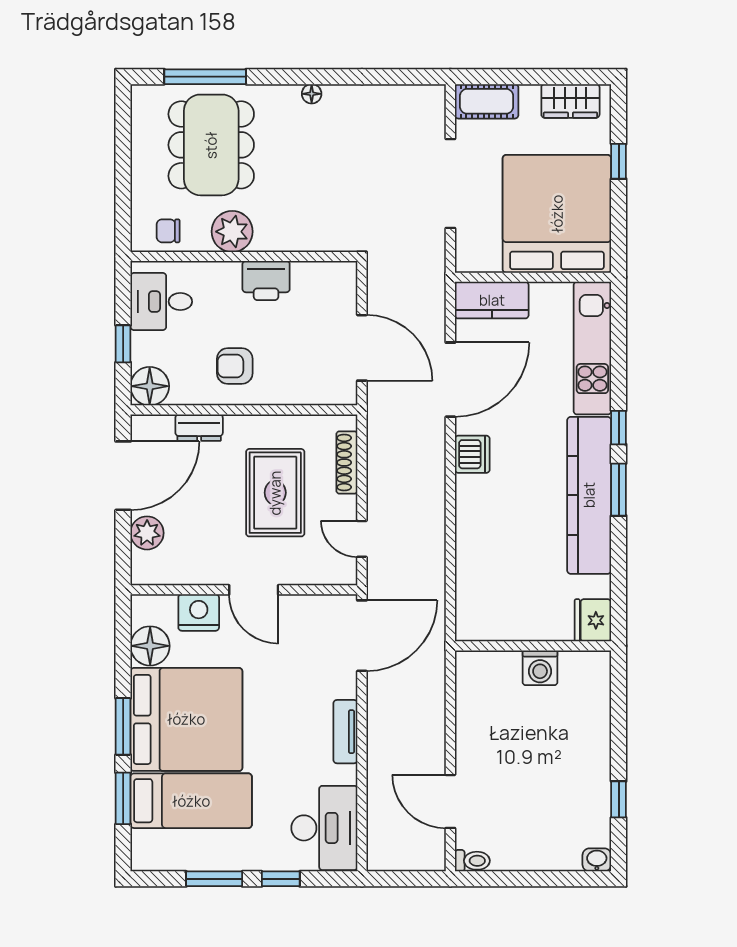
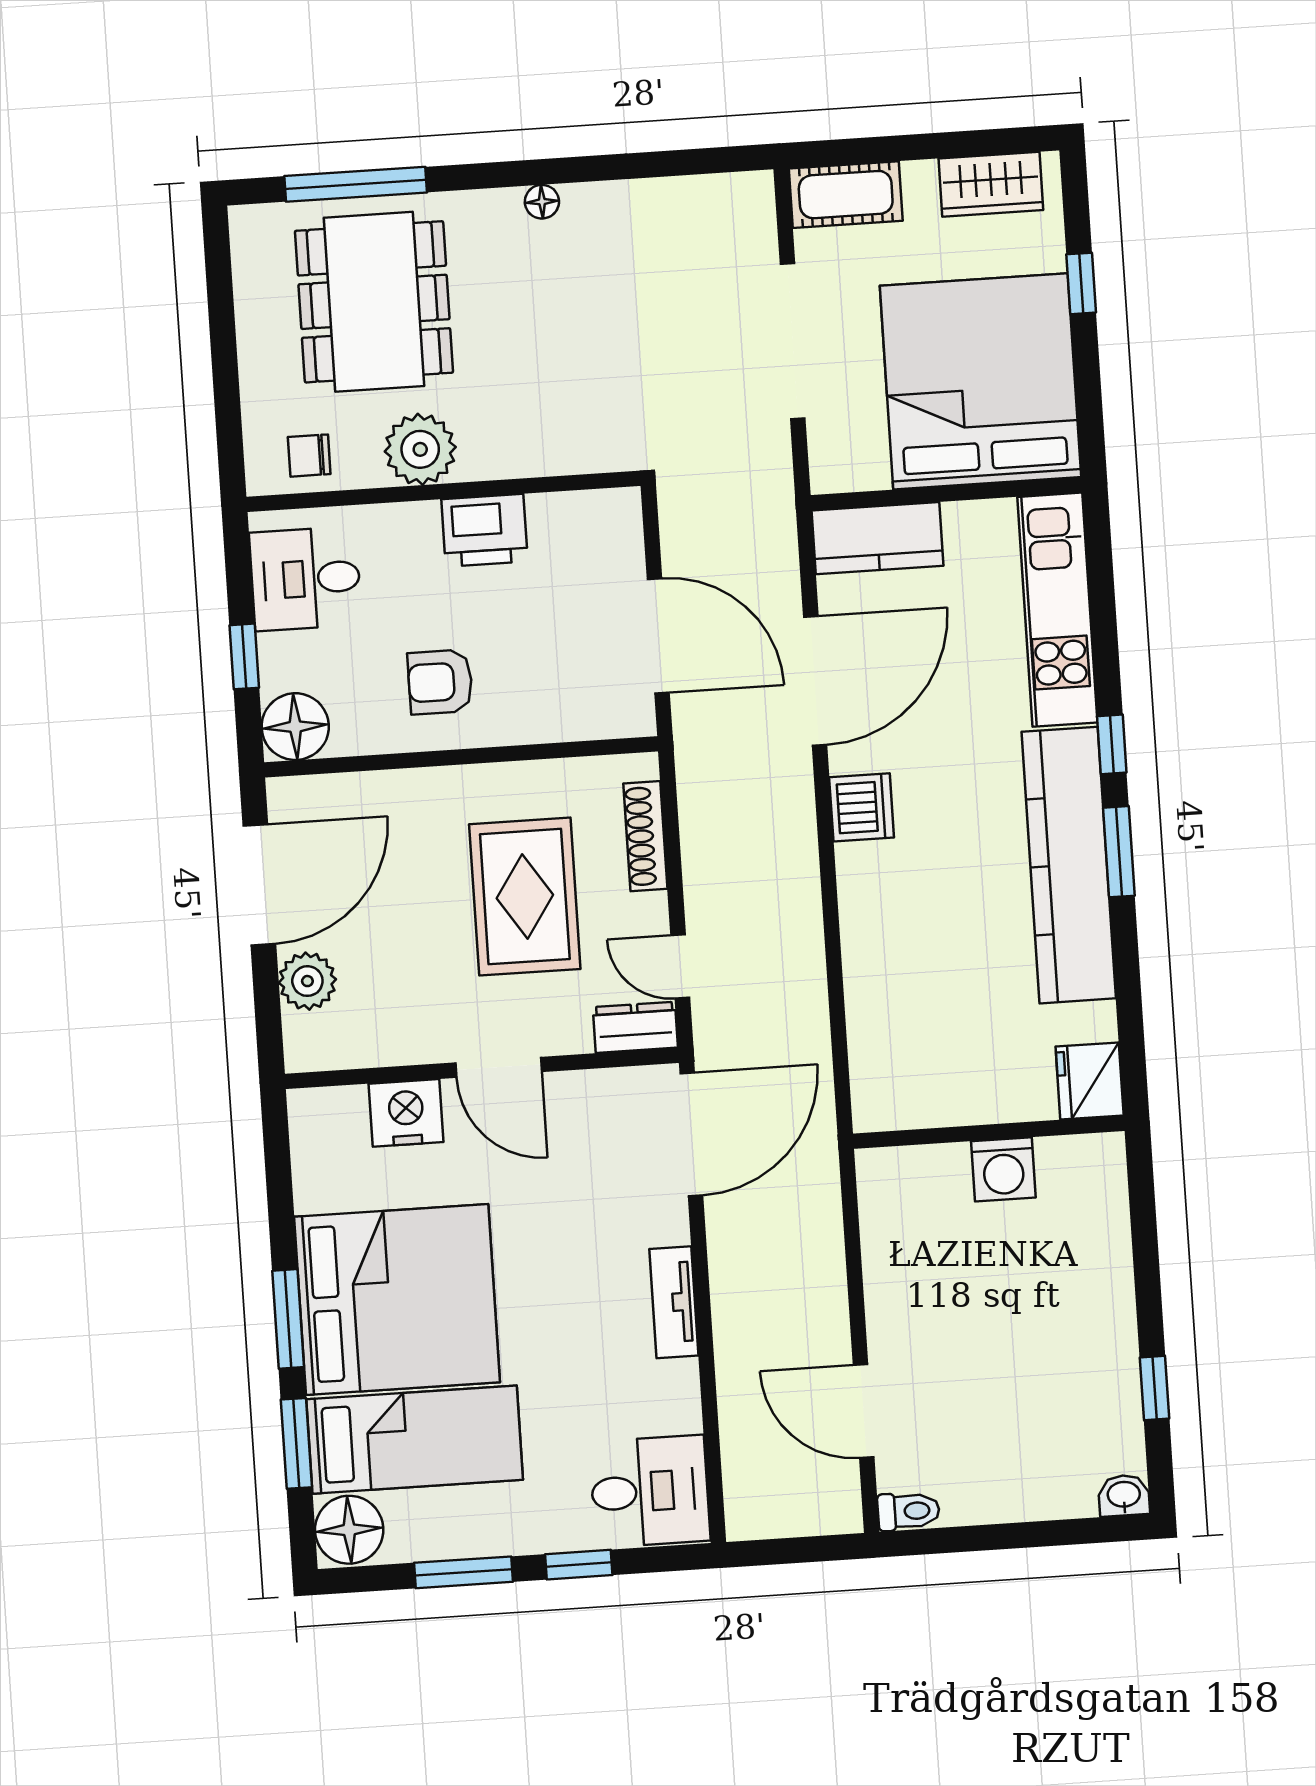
dresser: (199, 428) -> (635, 1027), moved, turned 180
floor lamp: (150, 646) -> (349, 1530), moved
desk: (324, 828) -> (650, 1491), width x0.73

